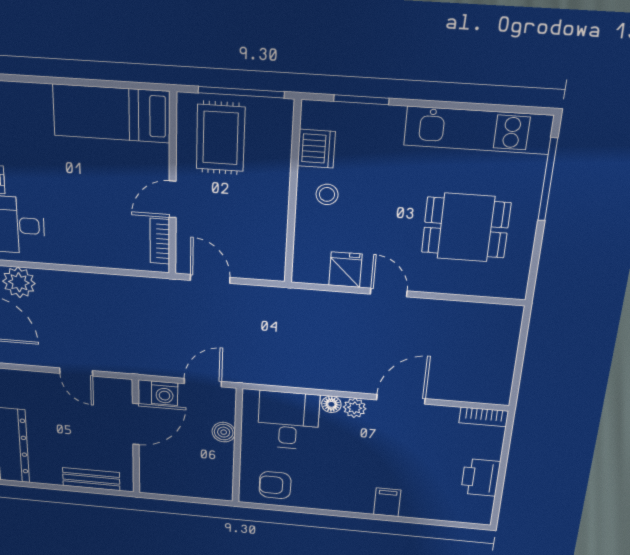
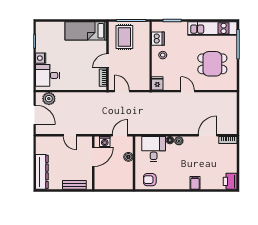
fridge: (345, 270) -> (157, 83), moved
door: (401, 399) -> (207, 135), moved
printer: (480, 478) -> (230, 181), moved

